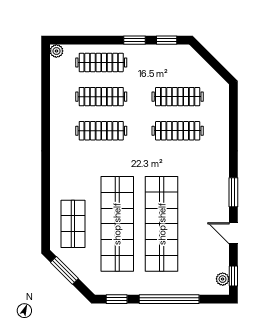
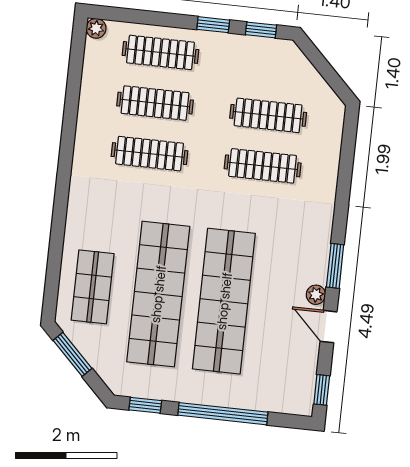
plant: (223, 279) -> (316, 295), moved

